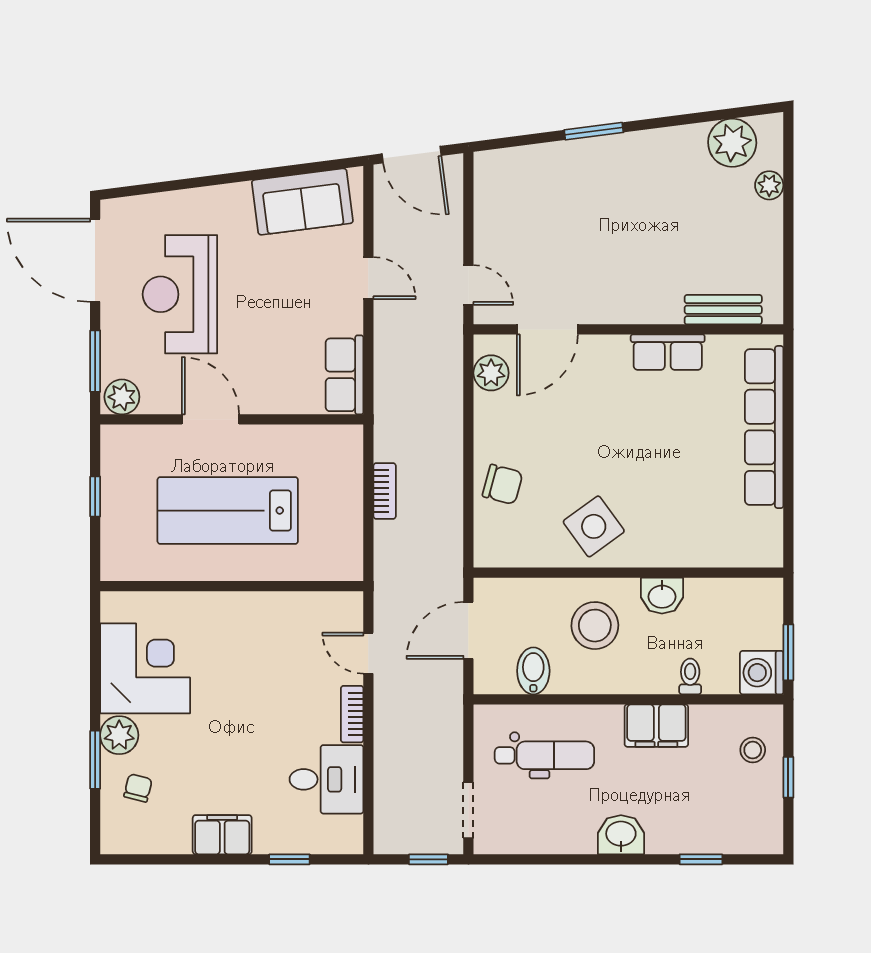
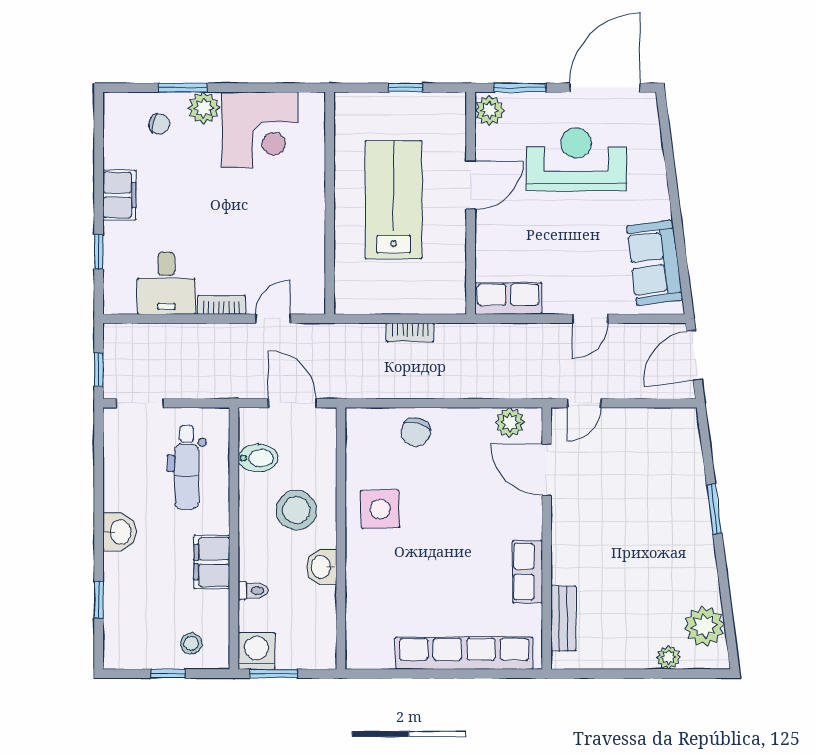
side table: (594, 526) -> (380, 509), turned 34

